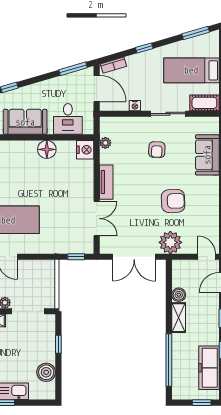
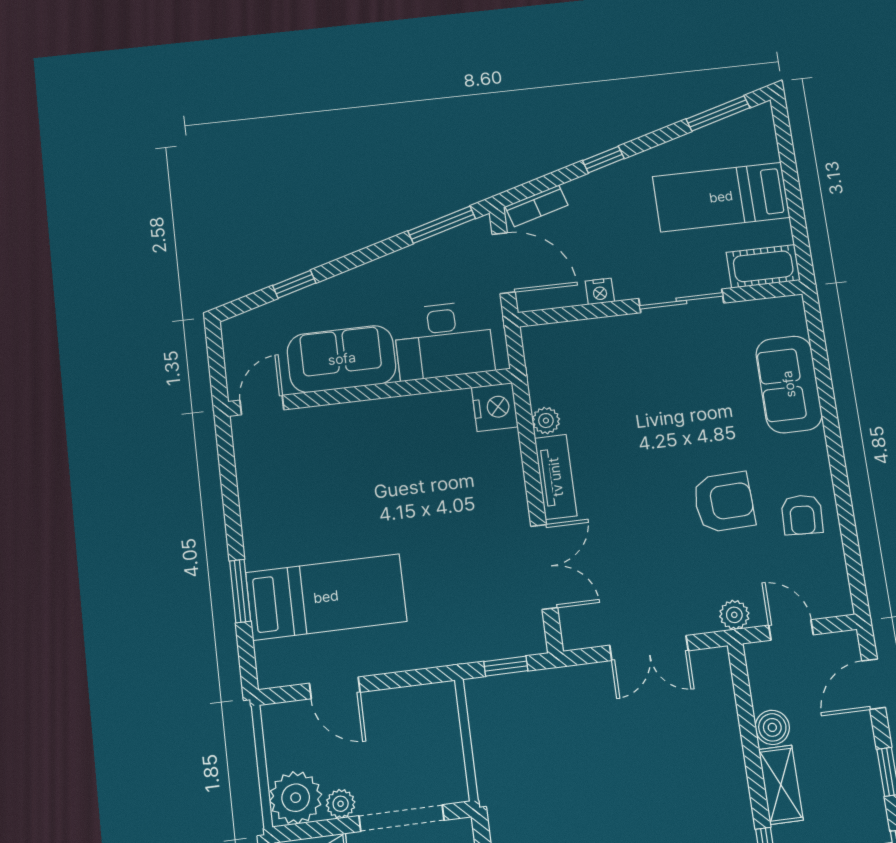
desk: (68, 119) -> (444, 340), width x1.37
plant: (105, 143) -> (546, 421), moved
floor lamp: (47, 149) -> (402, 417), removed
armchair: (157, 150) -> (802, 515), moved
plant: (170, 242) -> (734, 615), width x0.53, depth x0.53
double door: (134, 257) -> (649, 648), width x0.73
door: (207, 257) -> (791, 630), moved

